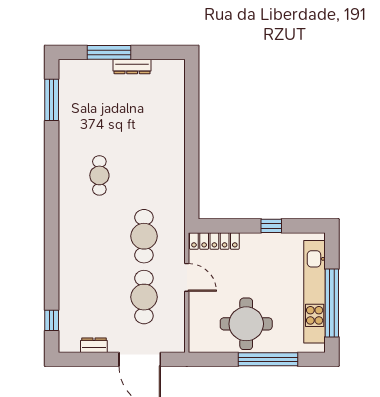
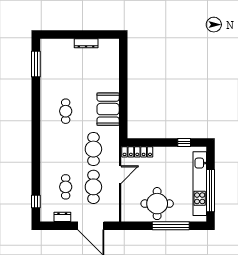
window: (109, 52) -> (72, 34), removed
booth: (167, 172) -> (108, 109), added
window: (271, 226) -> (184, 143), moved
door: (187, 277) -> (120, 175), hinge flipped
cafe table: (99, 297) -> (66, 187), added

